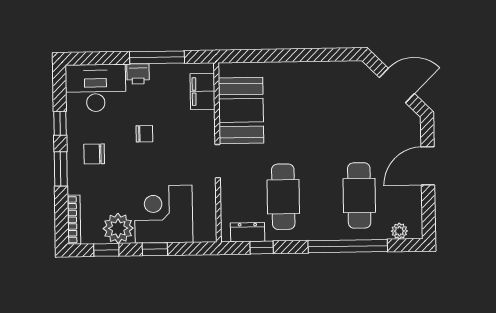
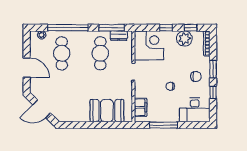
printer: (138, 74) -> (173, 117), removed
booth: (241, 110) -> (107, 111), moved, turned 90
door: (428, 166) -> (27, 68), hinge flipped
corner desk: (164, 214) -> (149, 45), moved, turned -90
window: (262, 247) -> (112, 28), width x2.17

